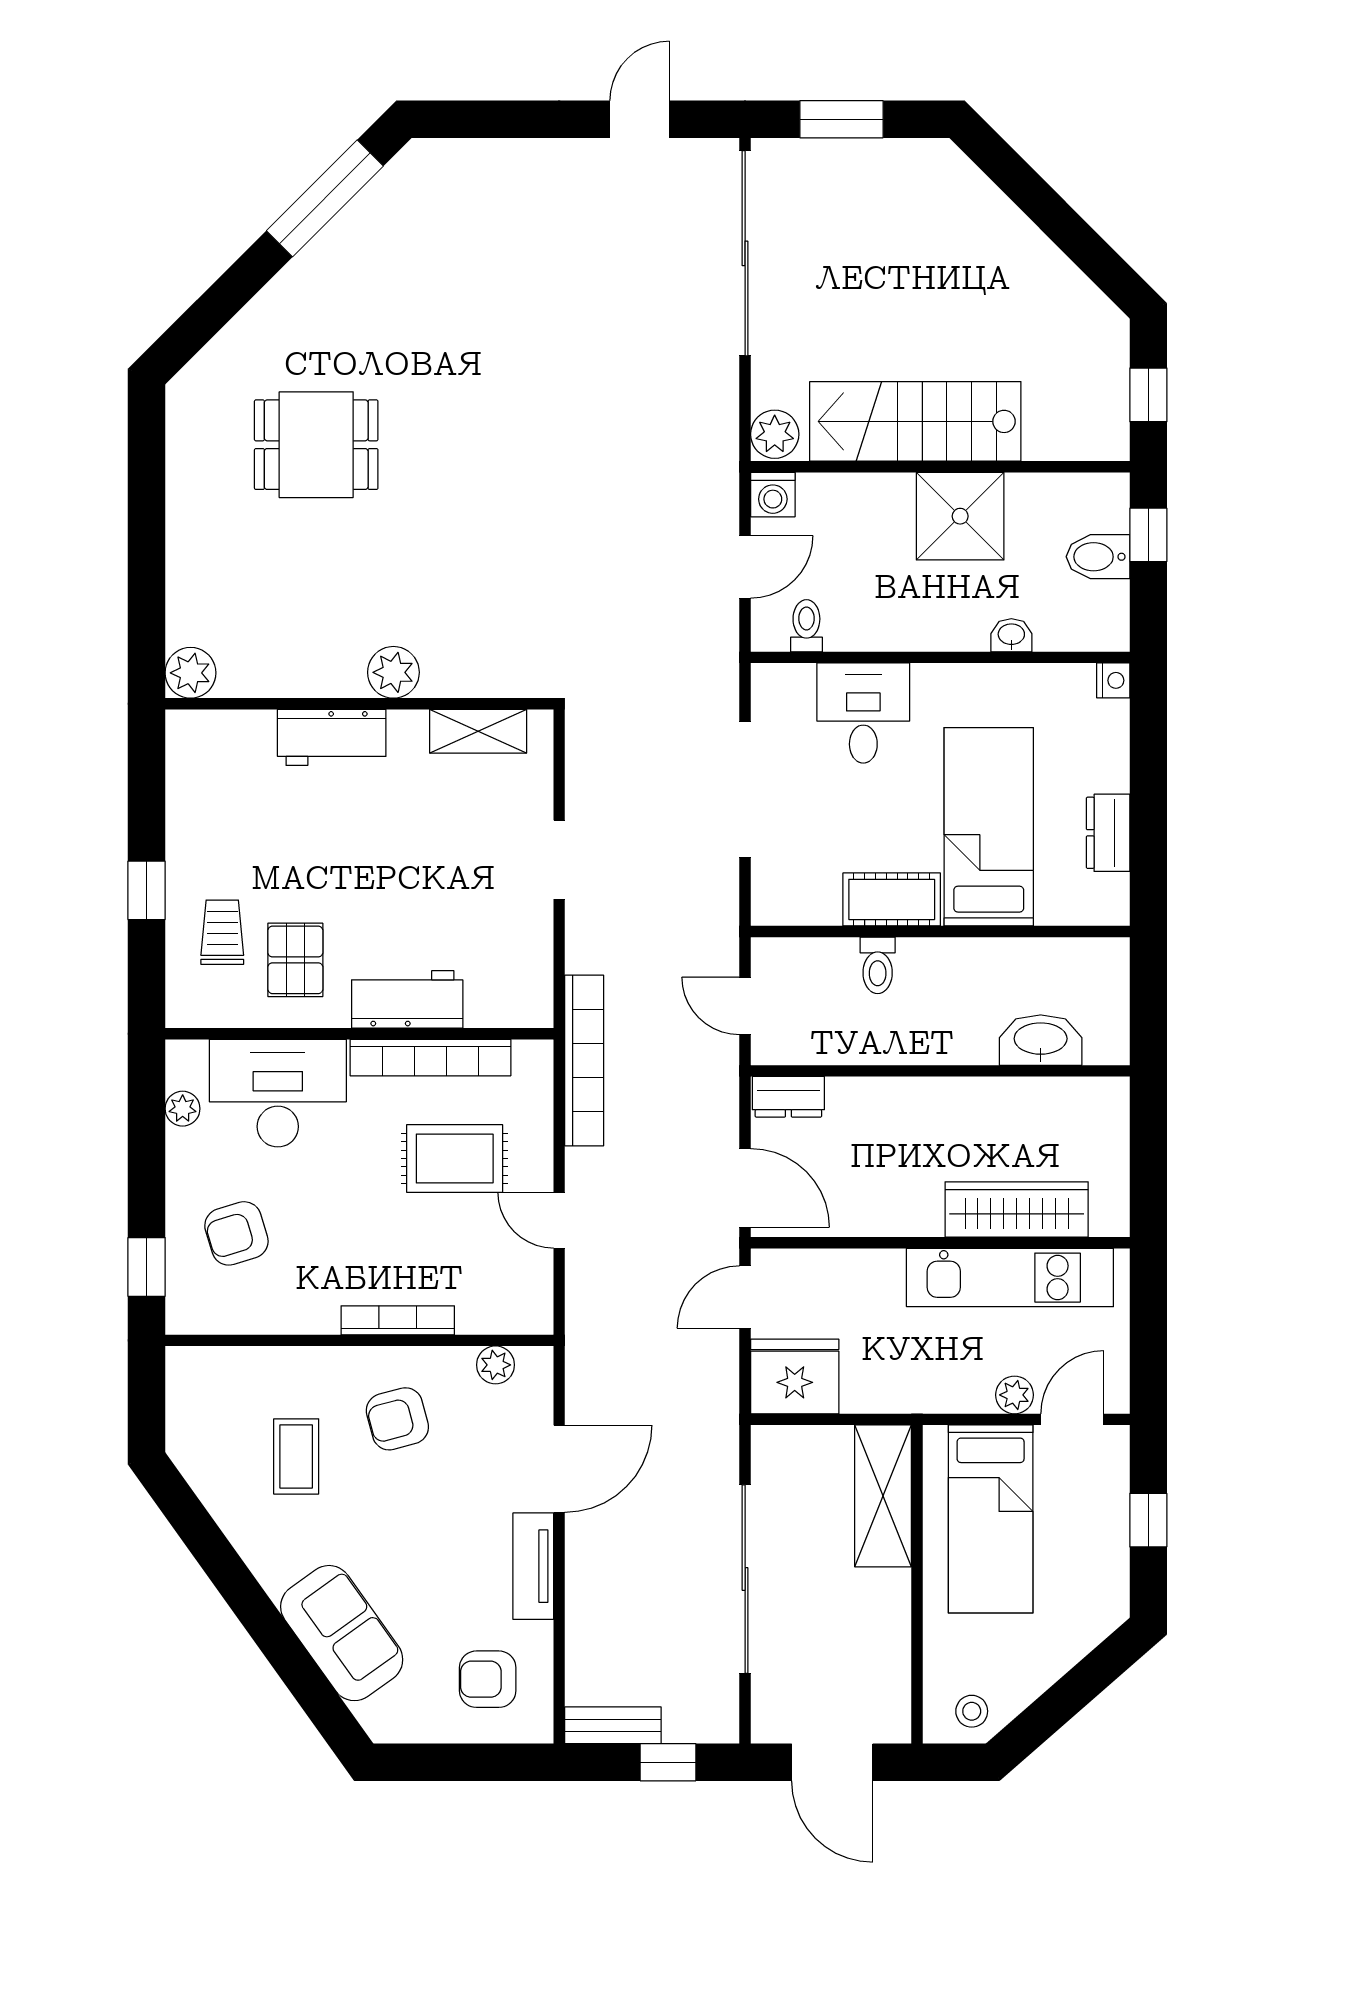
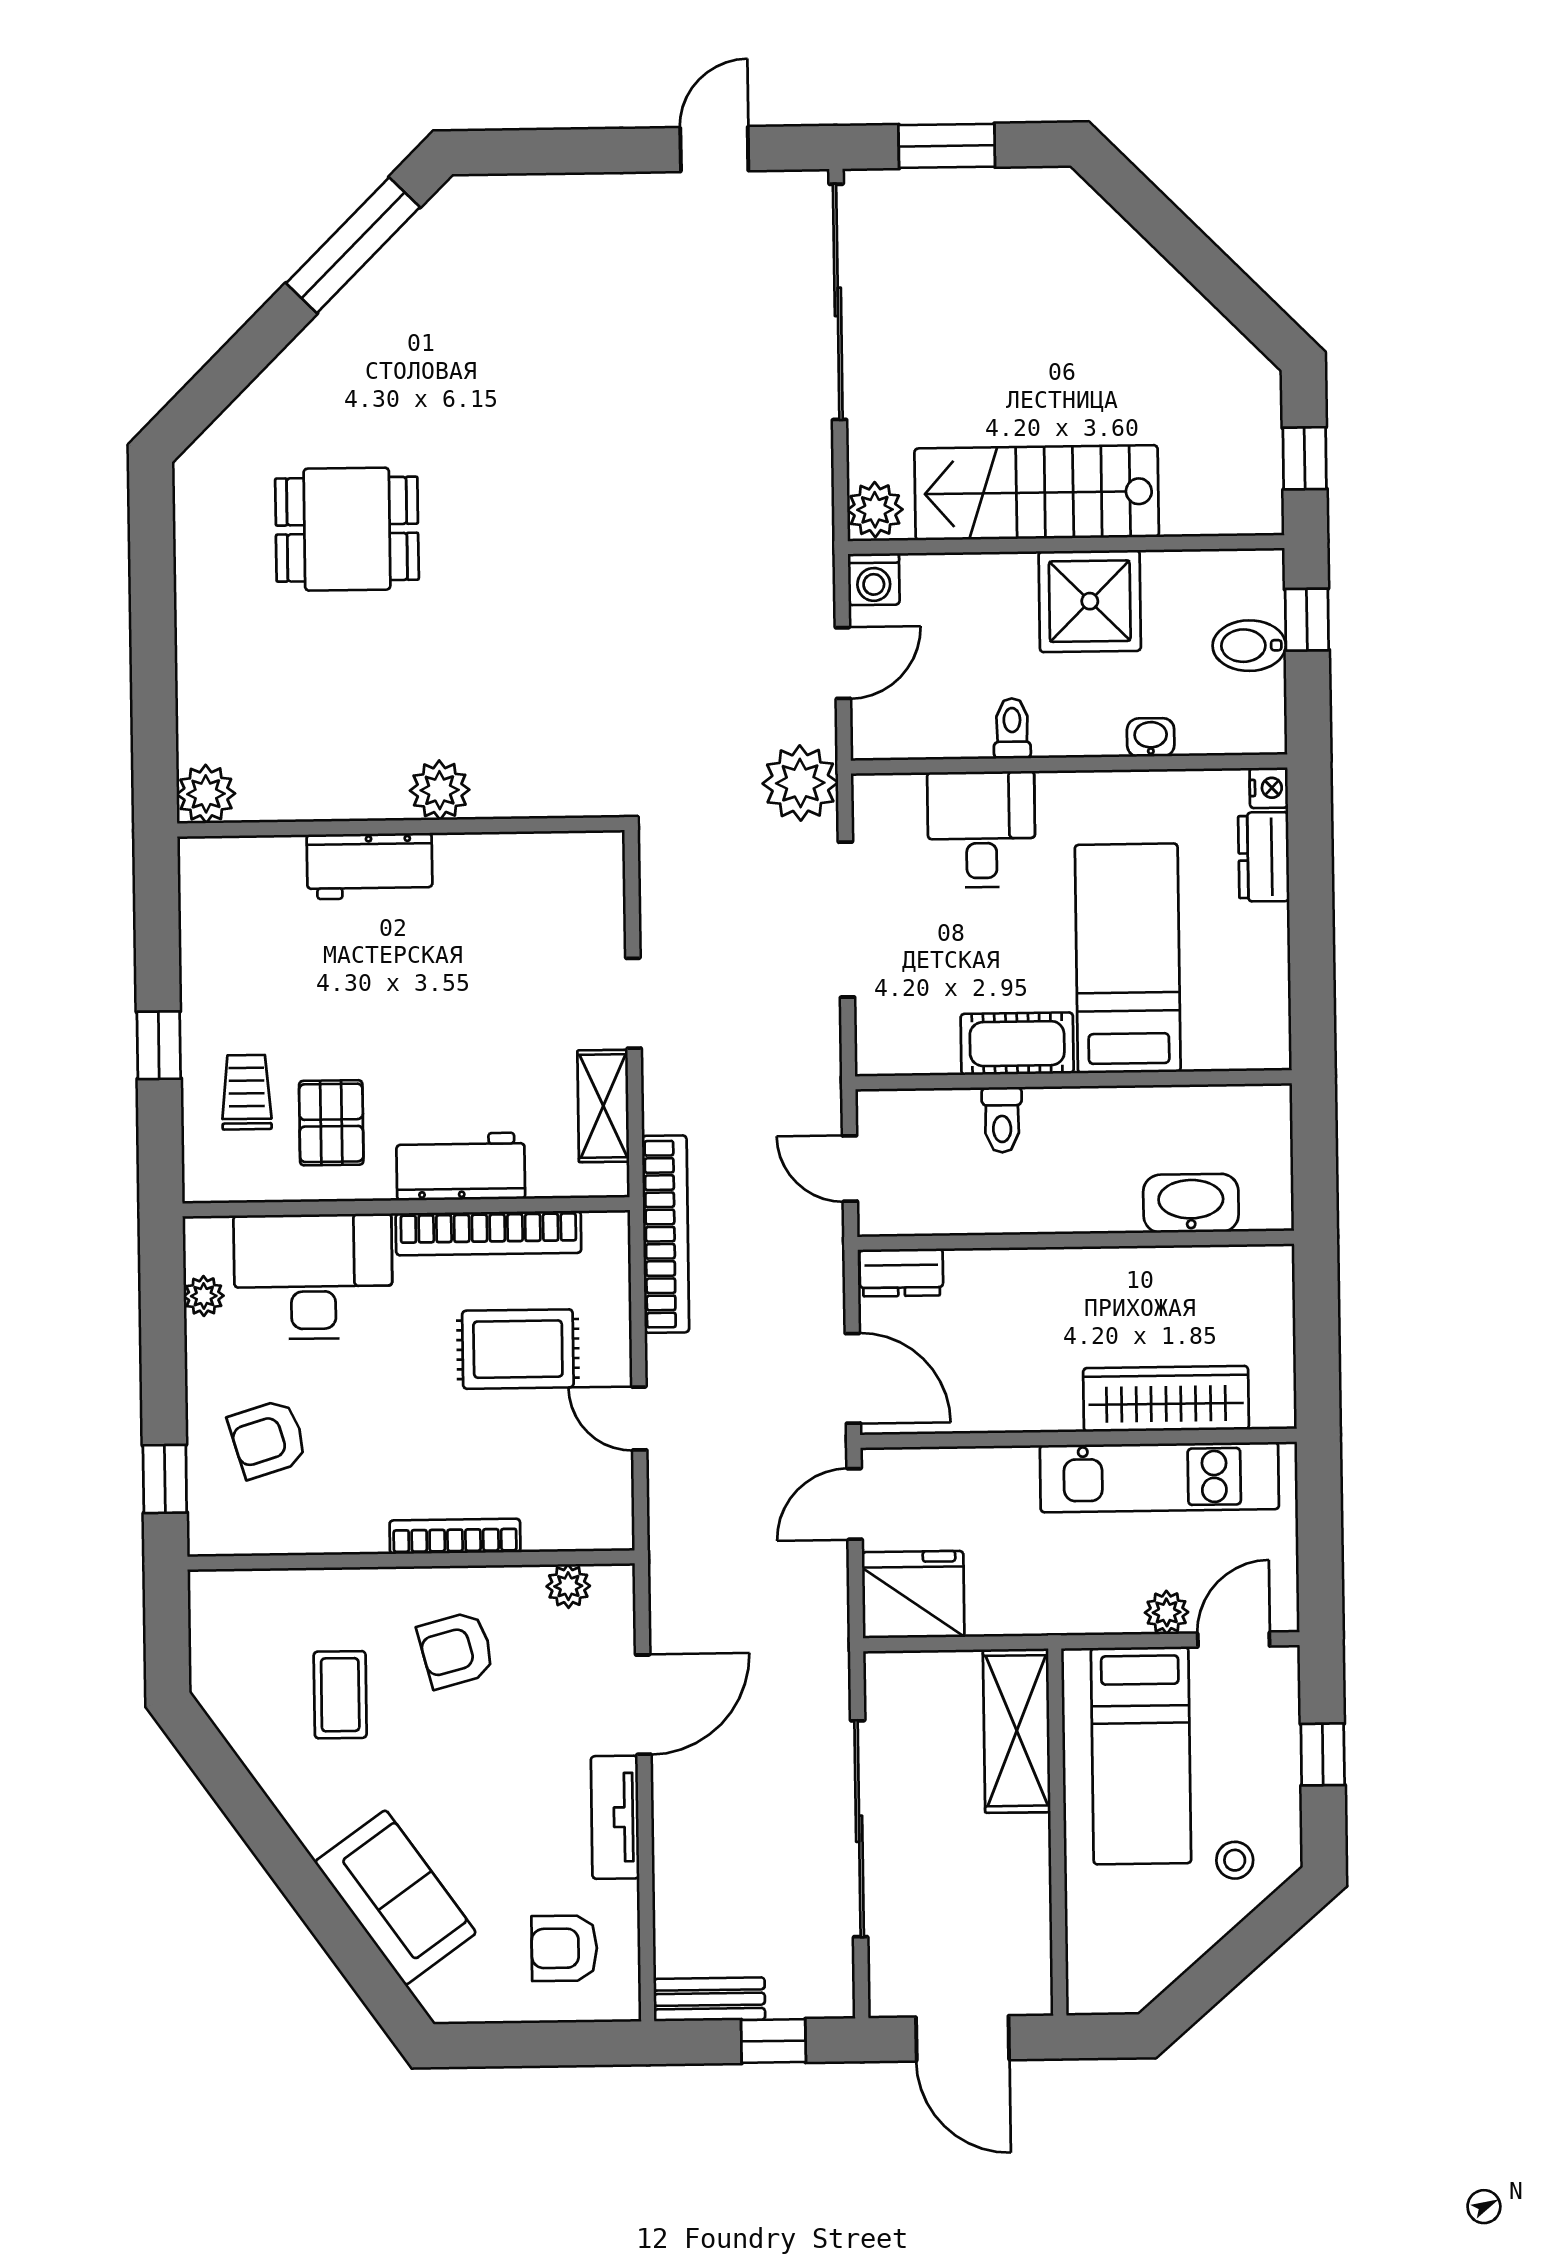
toilet: (806, 626) -> (1012, 728), moved
plant: (707, 671) -> (800, 783), added
shelving: (478, 731) -> (603, 1106), moved, turned 90
dresser: (1108, 833) -> (1264, 857), moved
stool: (972, 1711) -> (1235, 1860), moved

